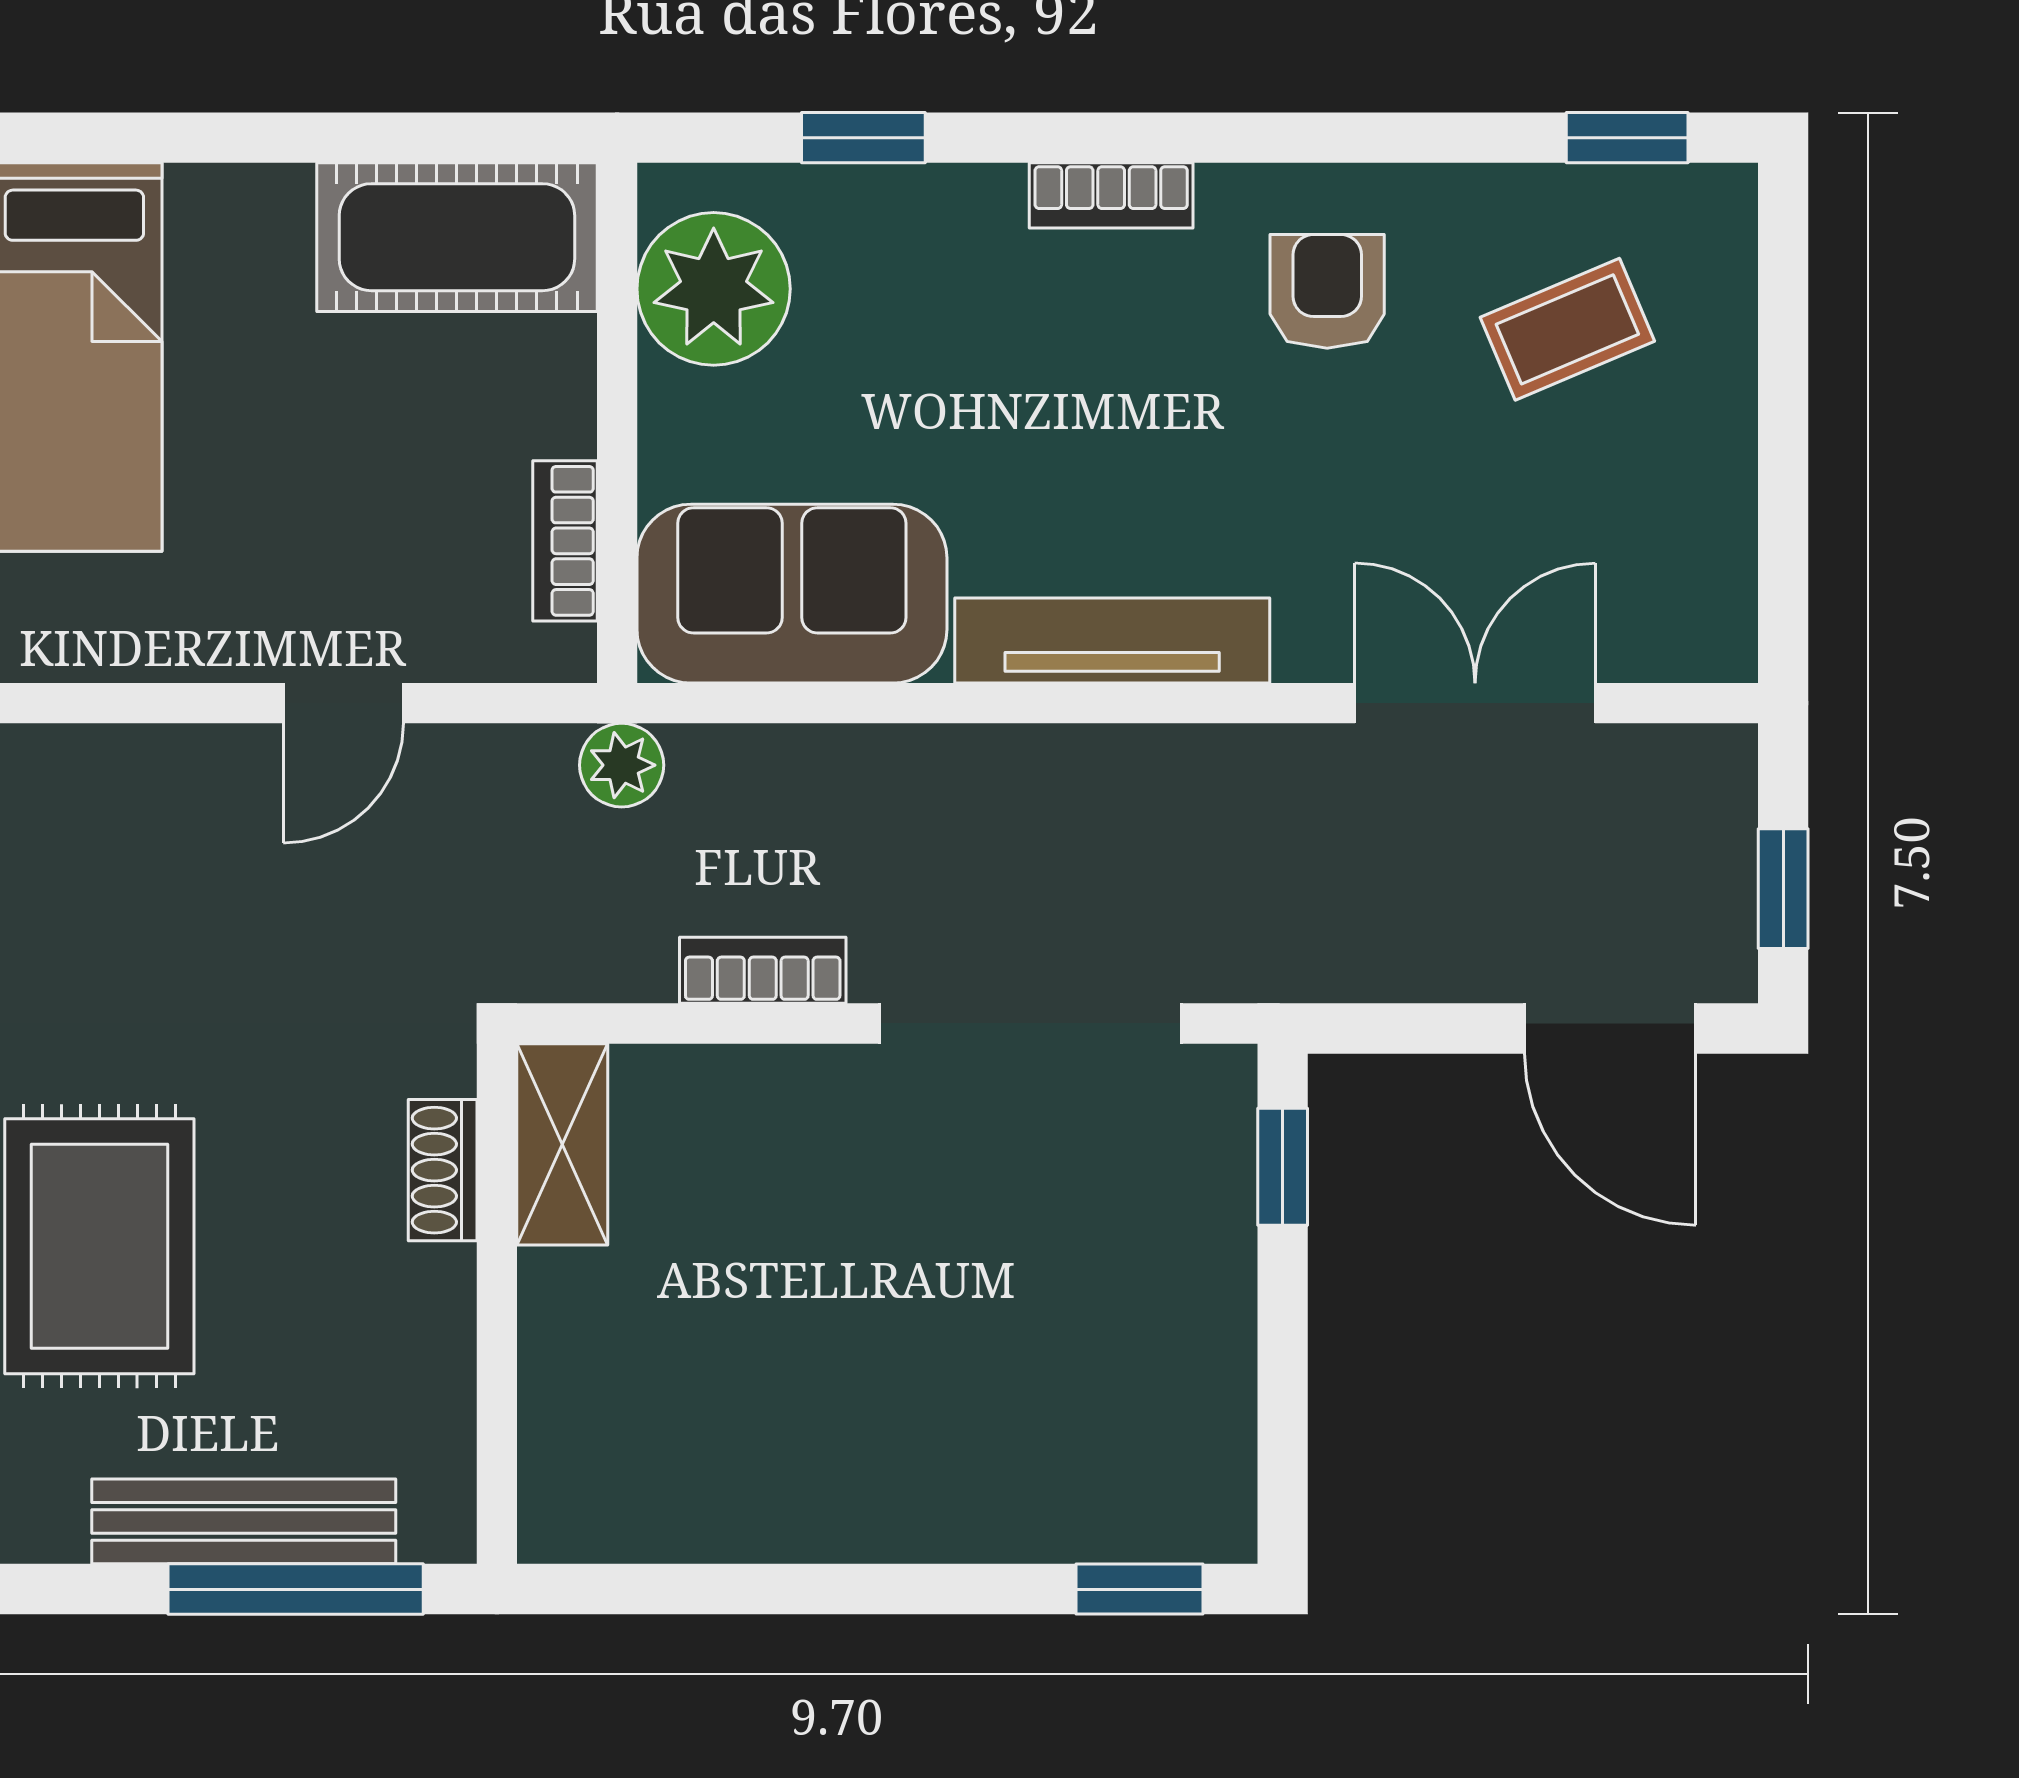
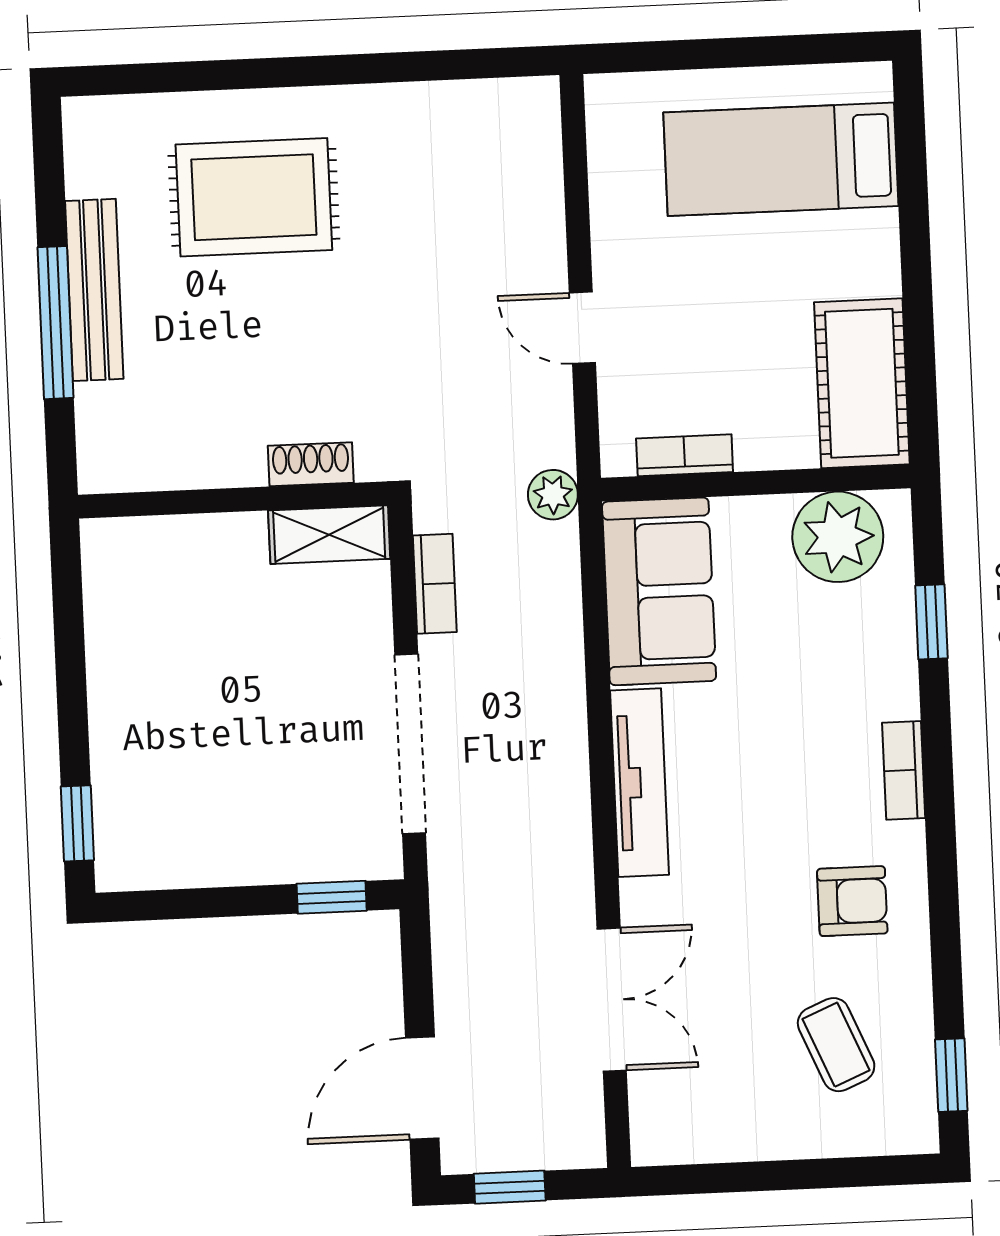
shelving: (562, 1144) -> (329, 535), moved
shoe rack: (443, 1170) -> (311, 464), moved
wall: (497, 1304) -> (233, 500), moved

